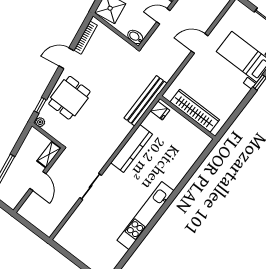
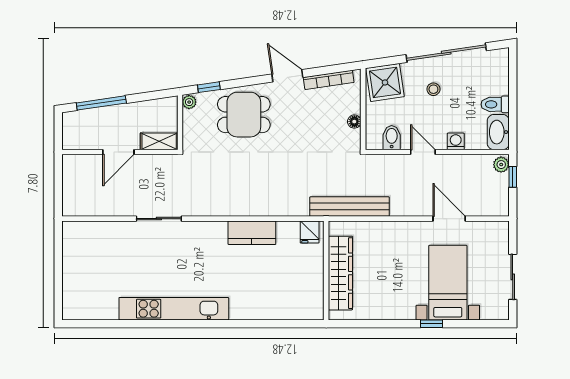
bidet: (135, 37) -> (392, 138), moved
floor lamp: (119, 41) -> (354, 122), added
door: (200, 43) -> (449, 219), moved
bench: (146, 101) -> (350, 207), moved
kitchen counter: (132, 148) -> (252, 233), width x0.67

